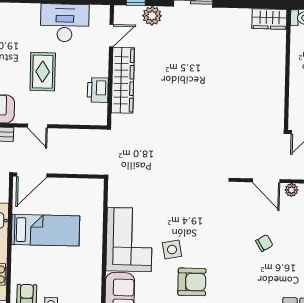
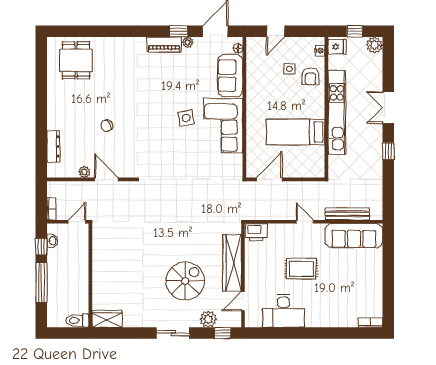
spiral stairs: (178, 61) -> (185, 281), added
rug: (43, 72) -> (301, 269), turned 90
printer: (98, 90) -> (256, 232), moved, turned 90
door: (32, 175) -> (269, 179), moved
armchair: (192, 282) -> (168, 91), removed

